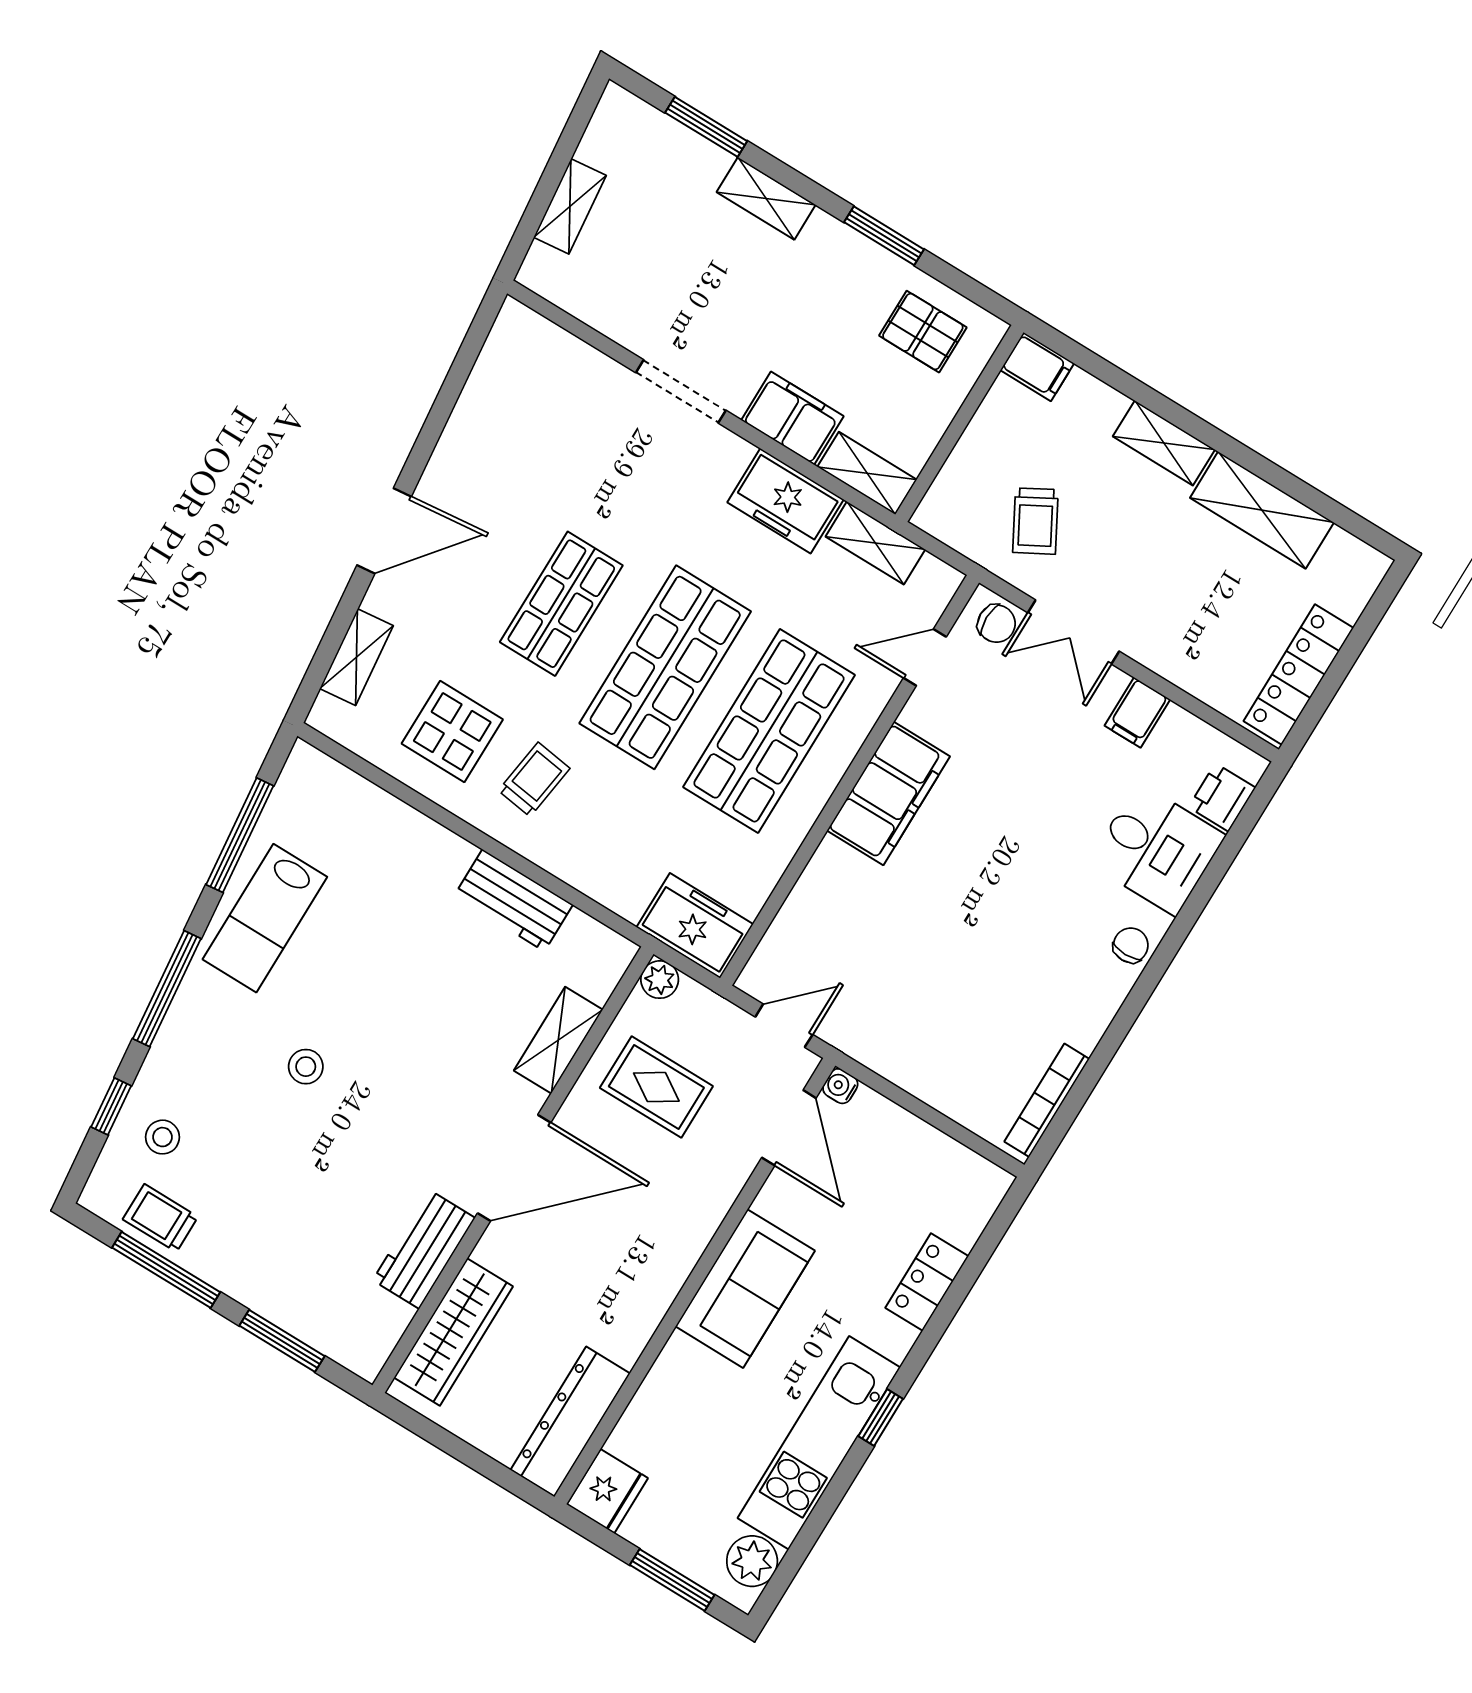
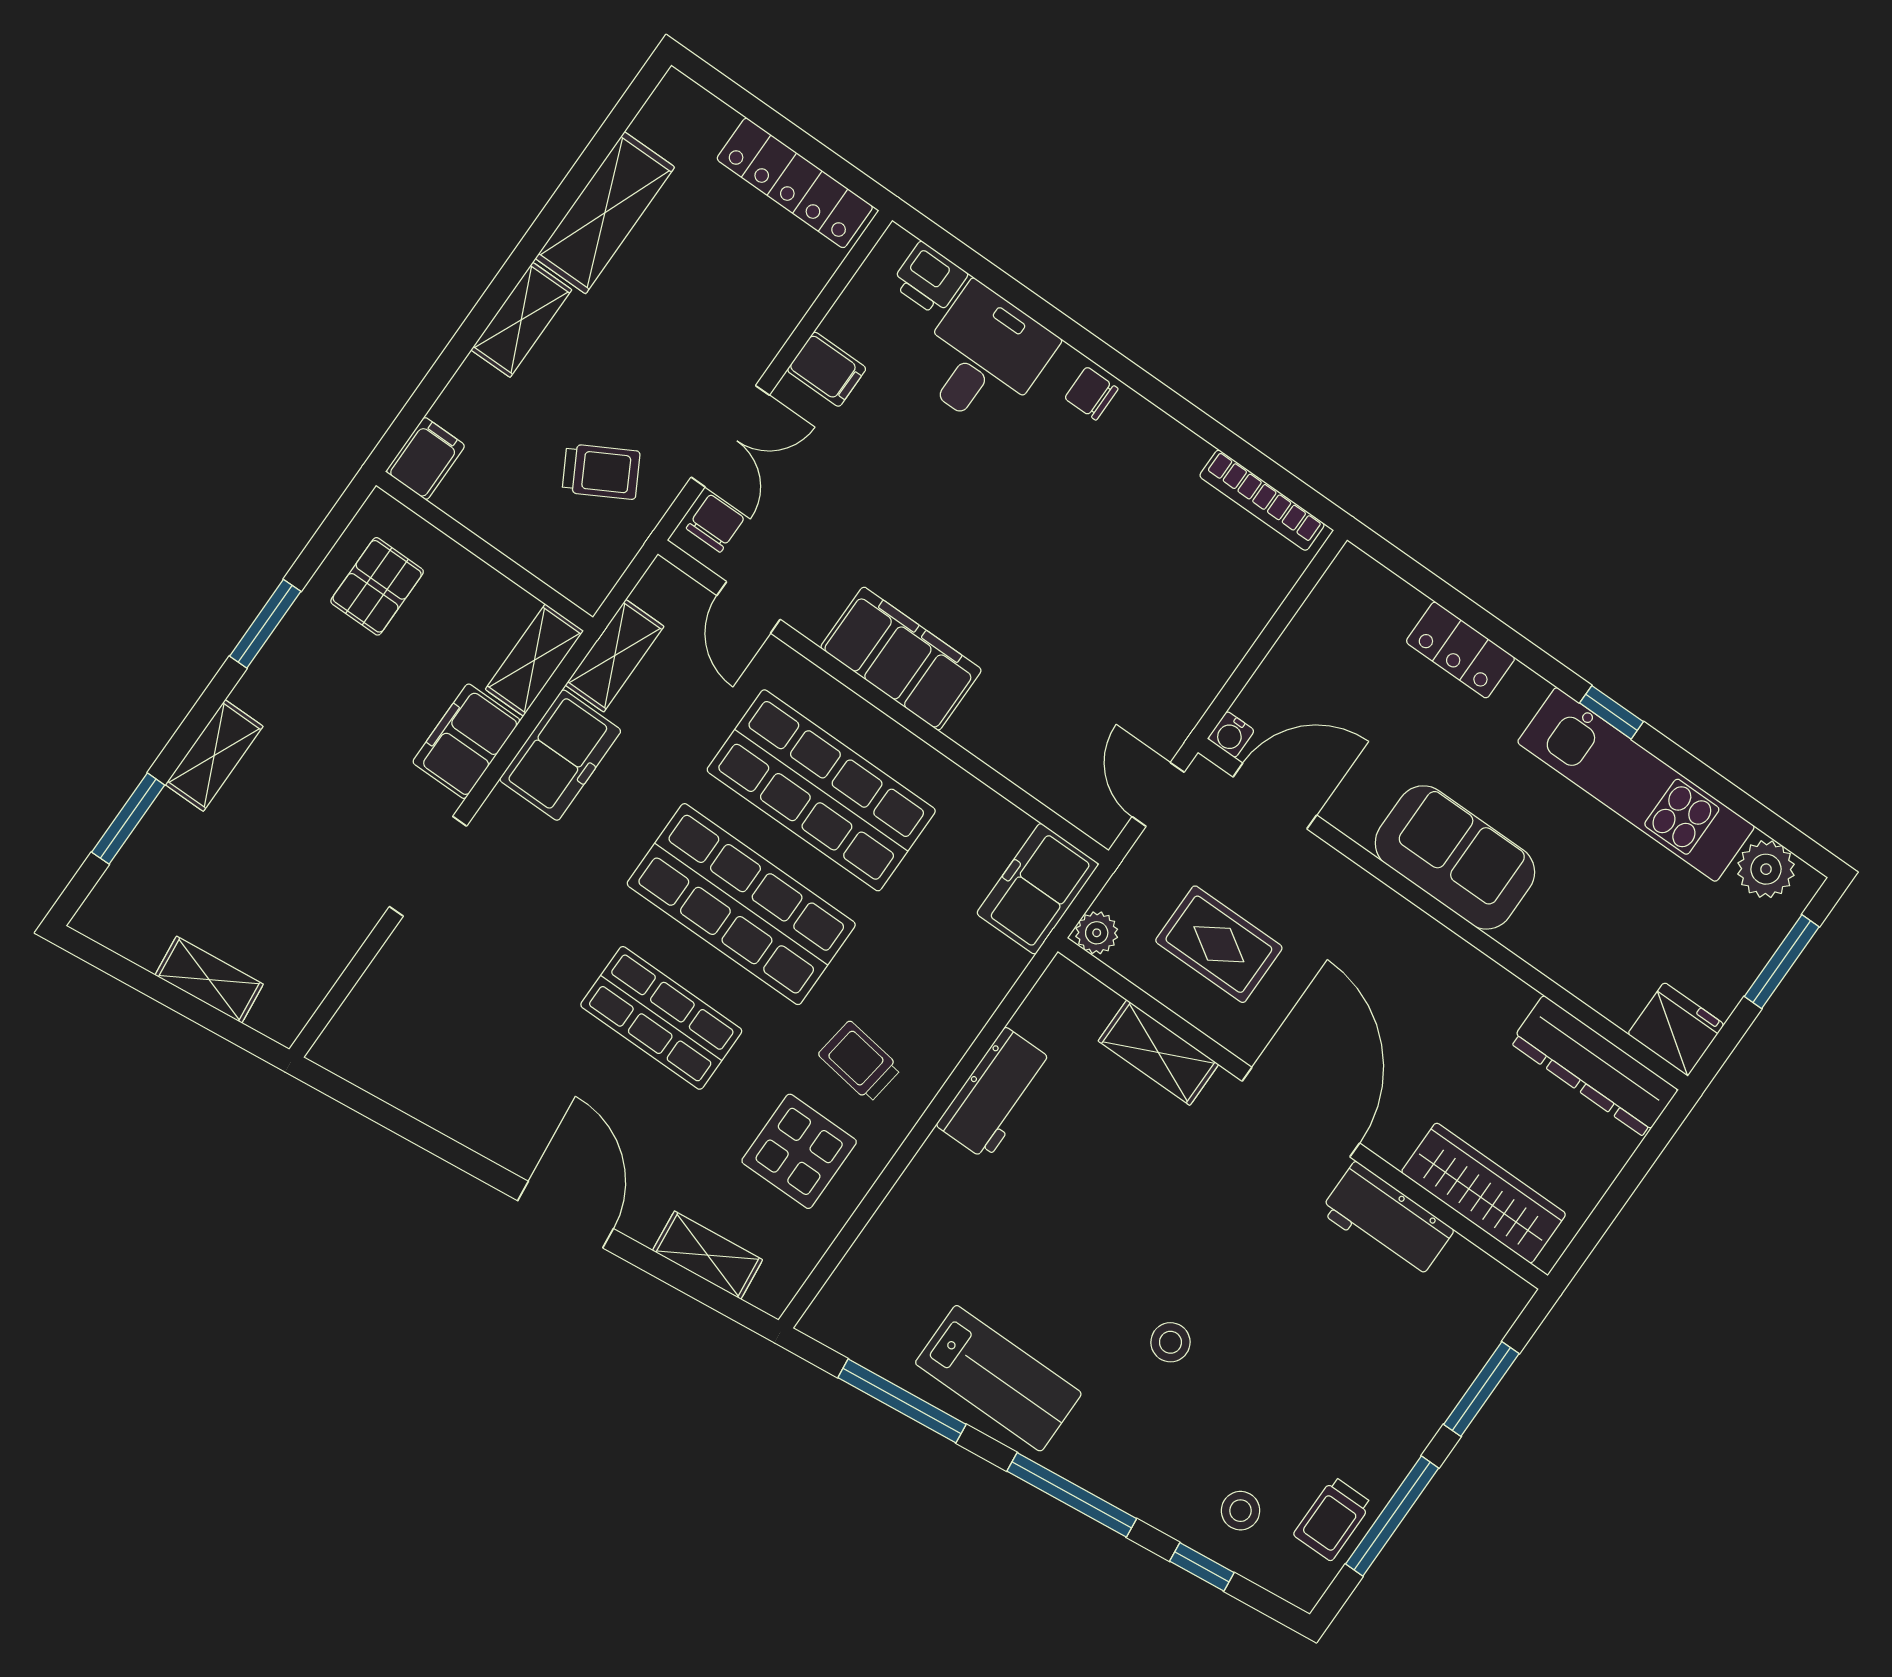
rug: (656, 1087) -> (1219, 944), turned 90

